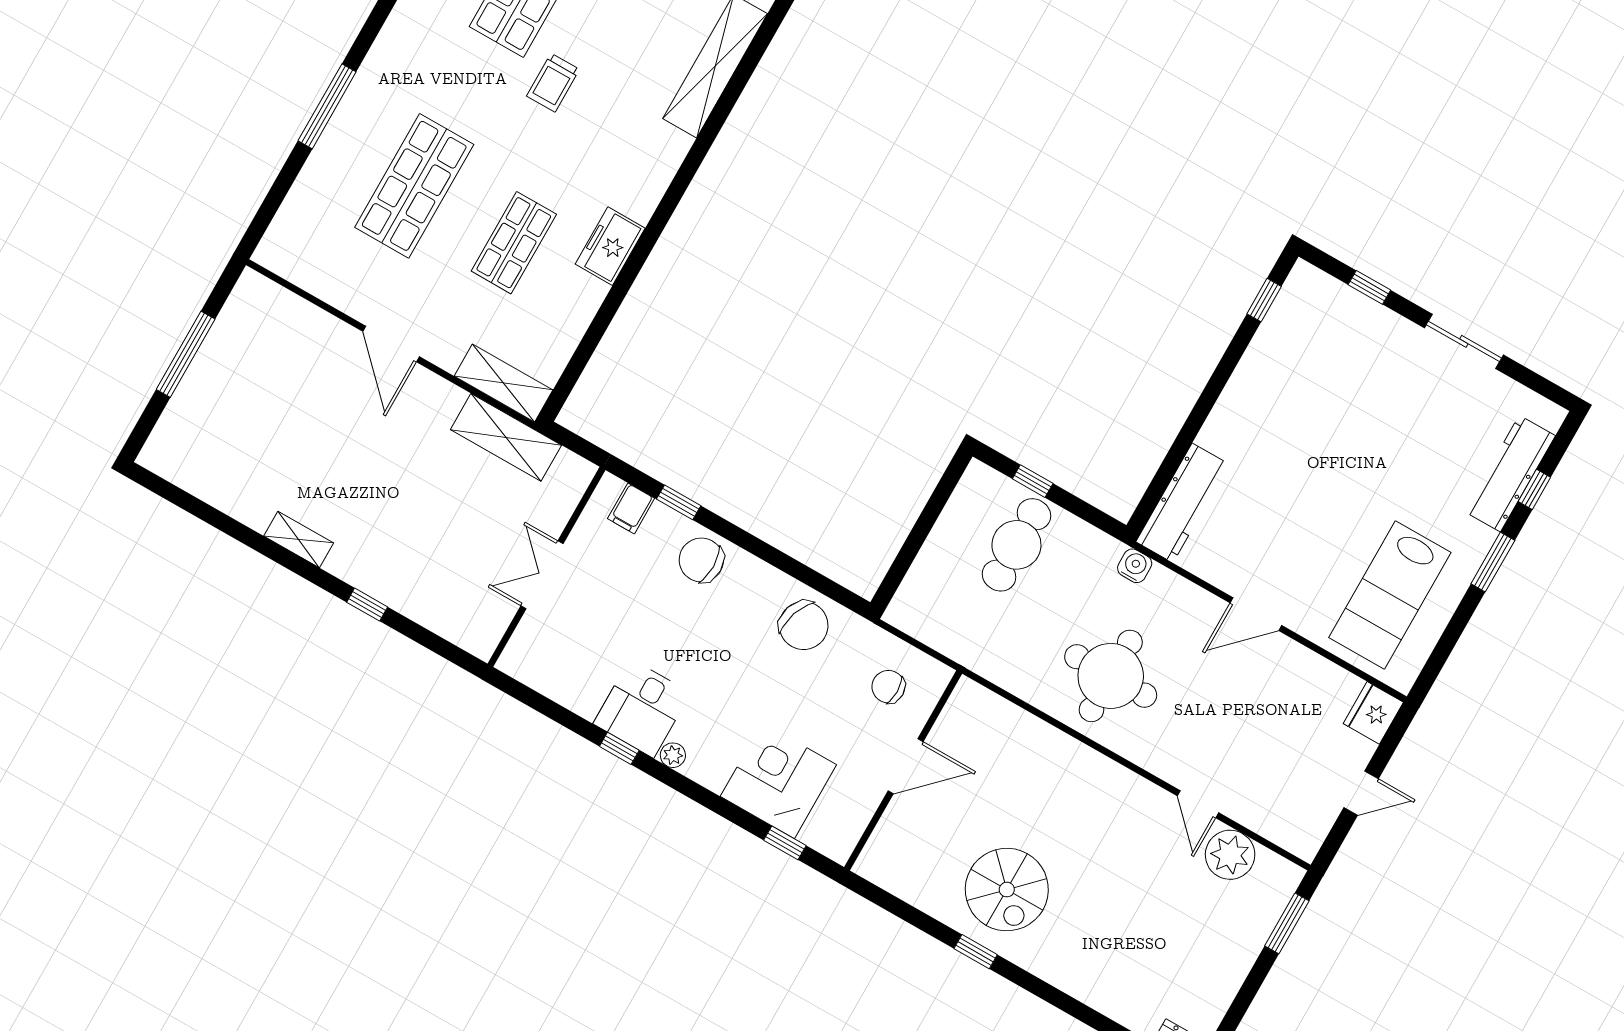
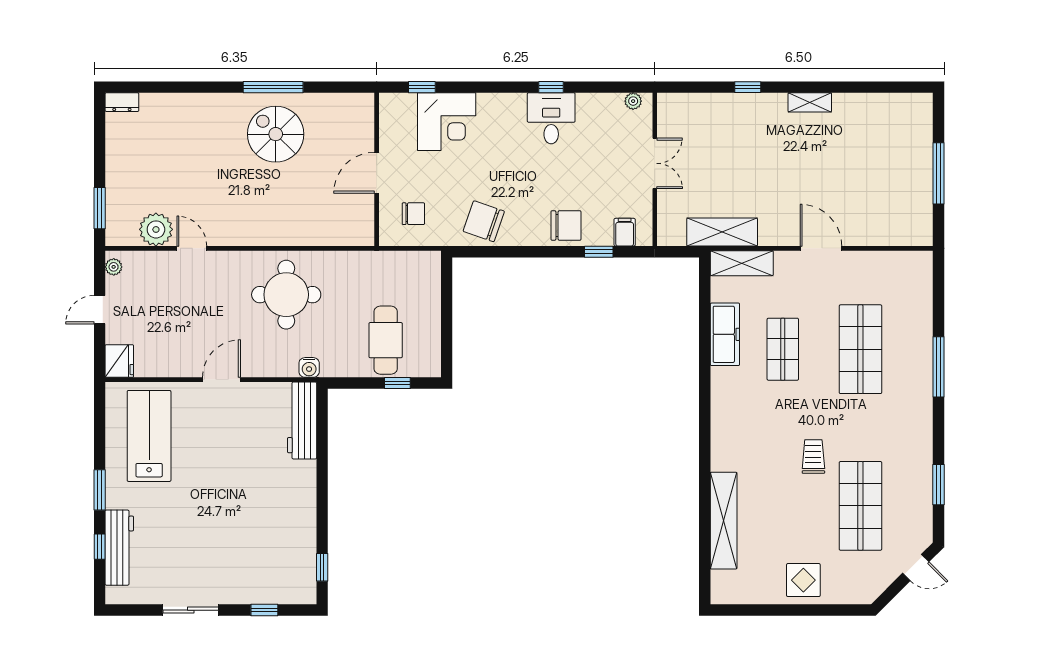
freezer: (610, 246) -> (725, 334), moved, width x1.40
plant: (673, 755) -> (633, 101), moved
plant: (1312, 838) -> (114, 267), added
window: (976, 952) -> (273, 87), width x2.17

